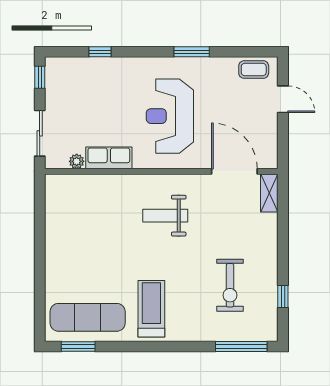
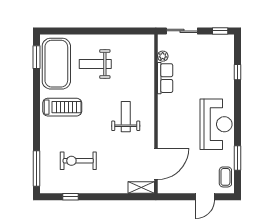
window: (192, 52) -> (238, 158), moved
reception desk: (170, 116) -> (216, 124), moved, turned 90
weight bench: (88, 260) -> (95, 64), added
exercise mat: (88, 317) -> (56, 64), width x1.47

